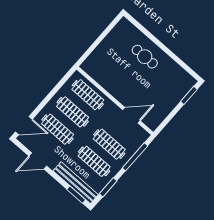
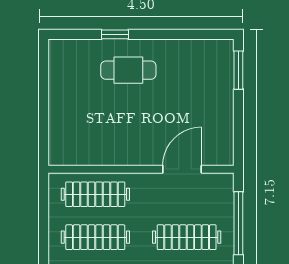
window: (152, 38) -> (115, 34), added

